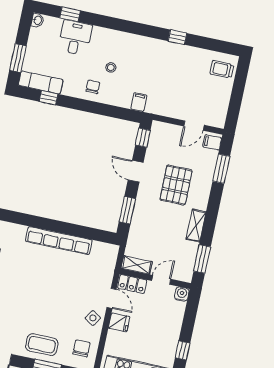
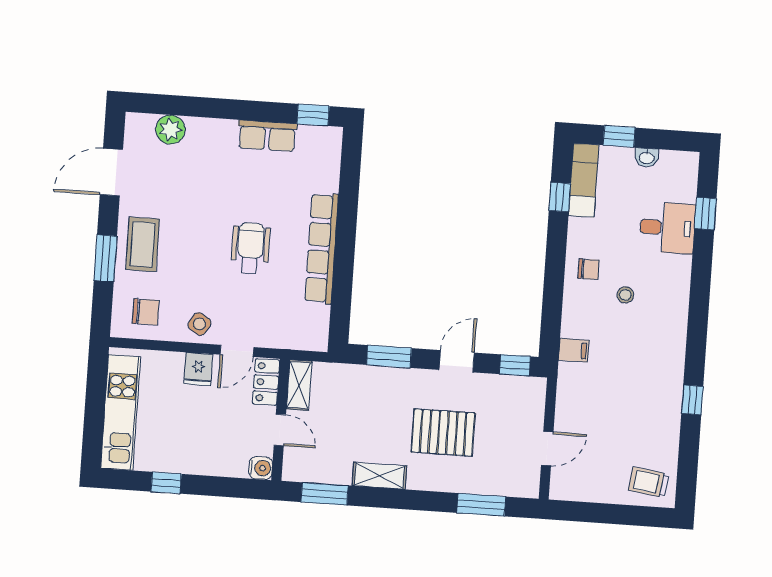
washbasin: (38, 20) -> (647, 158), moved
window: (18, 58) -> (619, 136), width x0.67
trolley: (222, 69) -> (649, 482), turned -82
door: (194, 126) -> (547, 449), swing flipped
filing cabinet: (212, 142) -> (523, 483), removed
wheelchair: (53, 282) -> (251, 248), added

